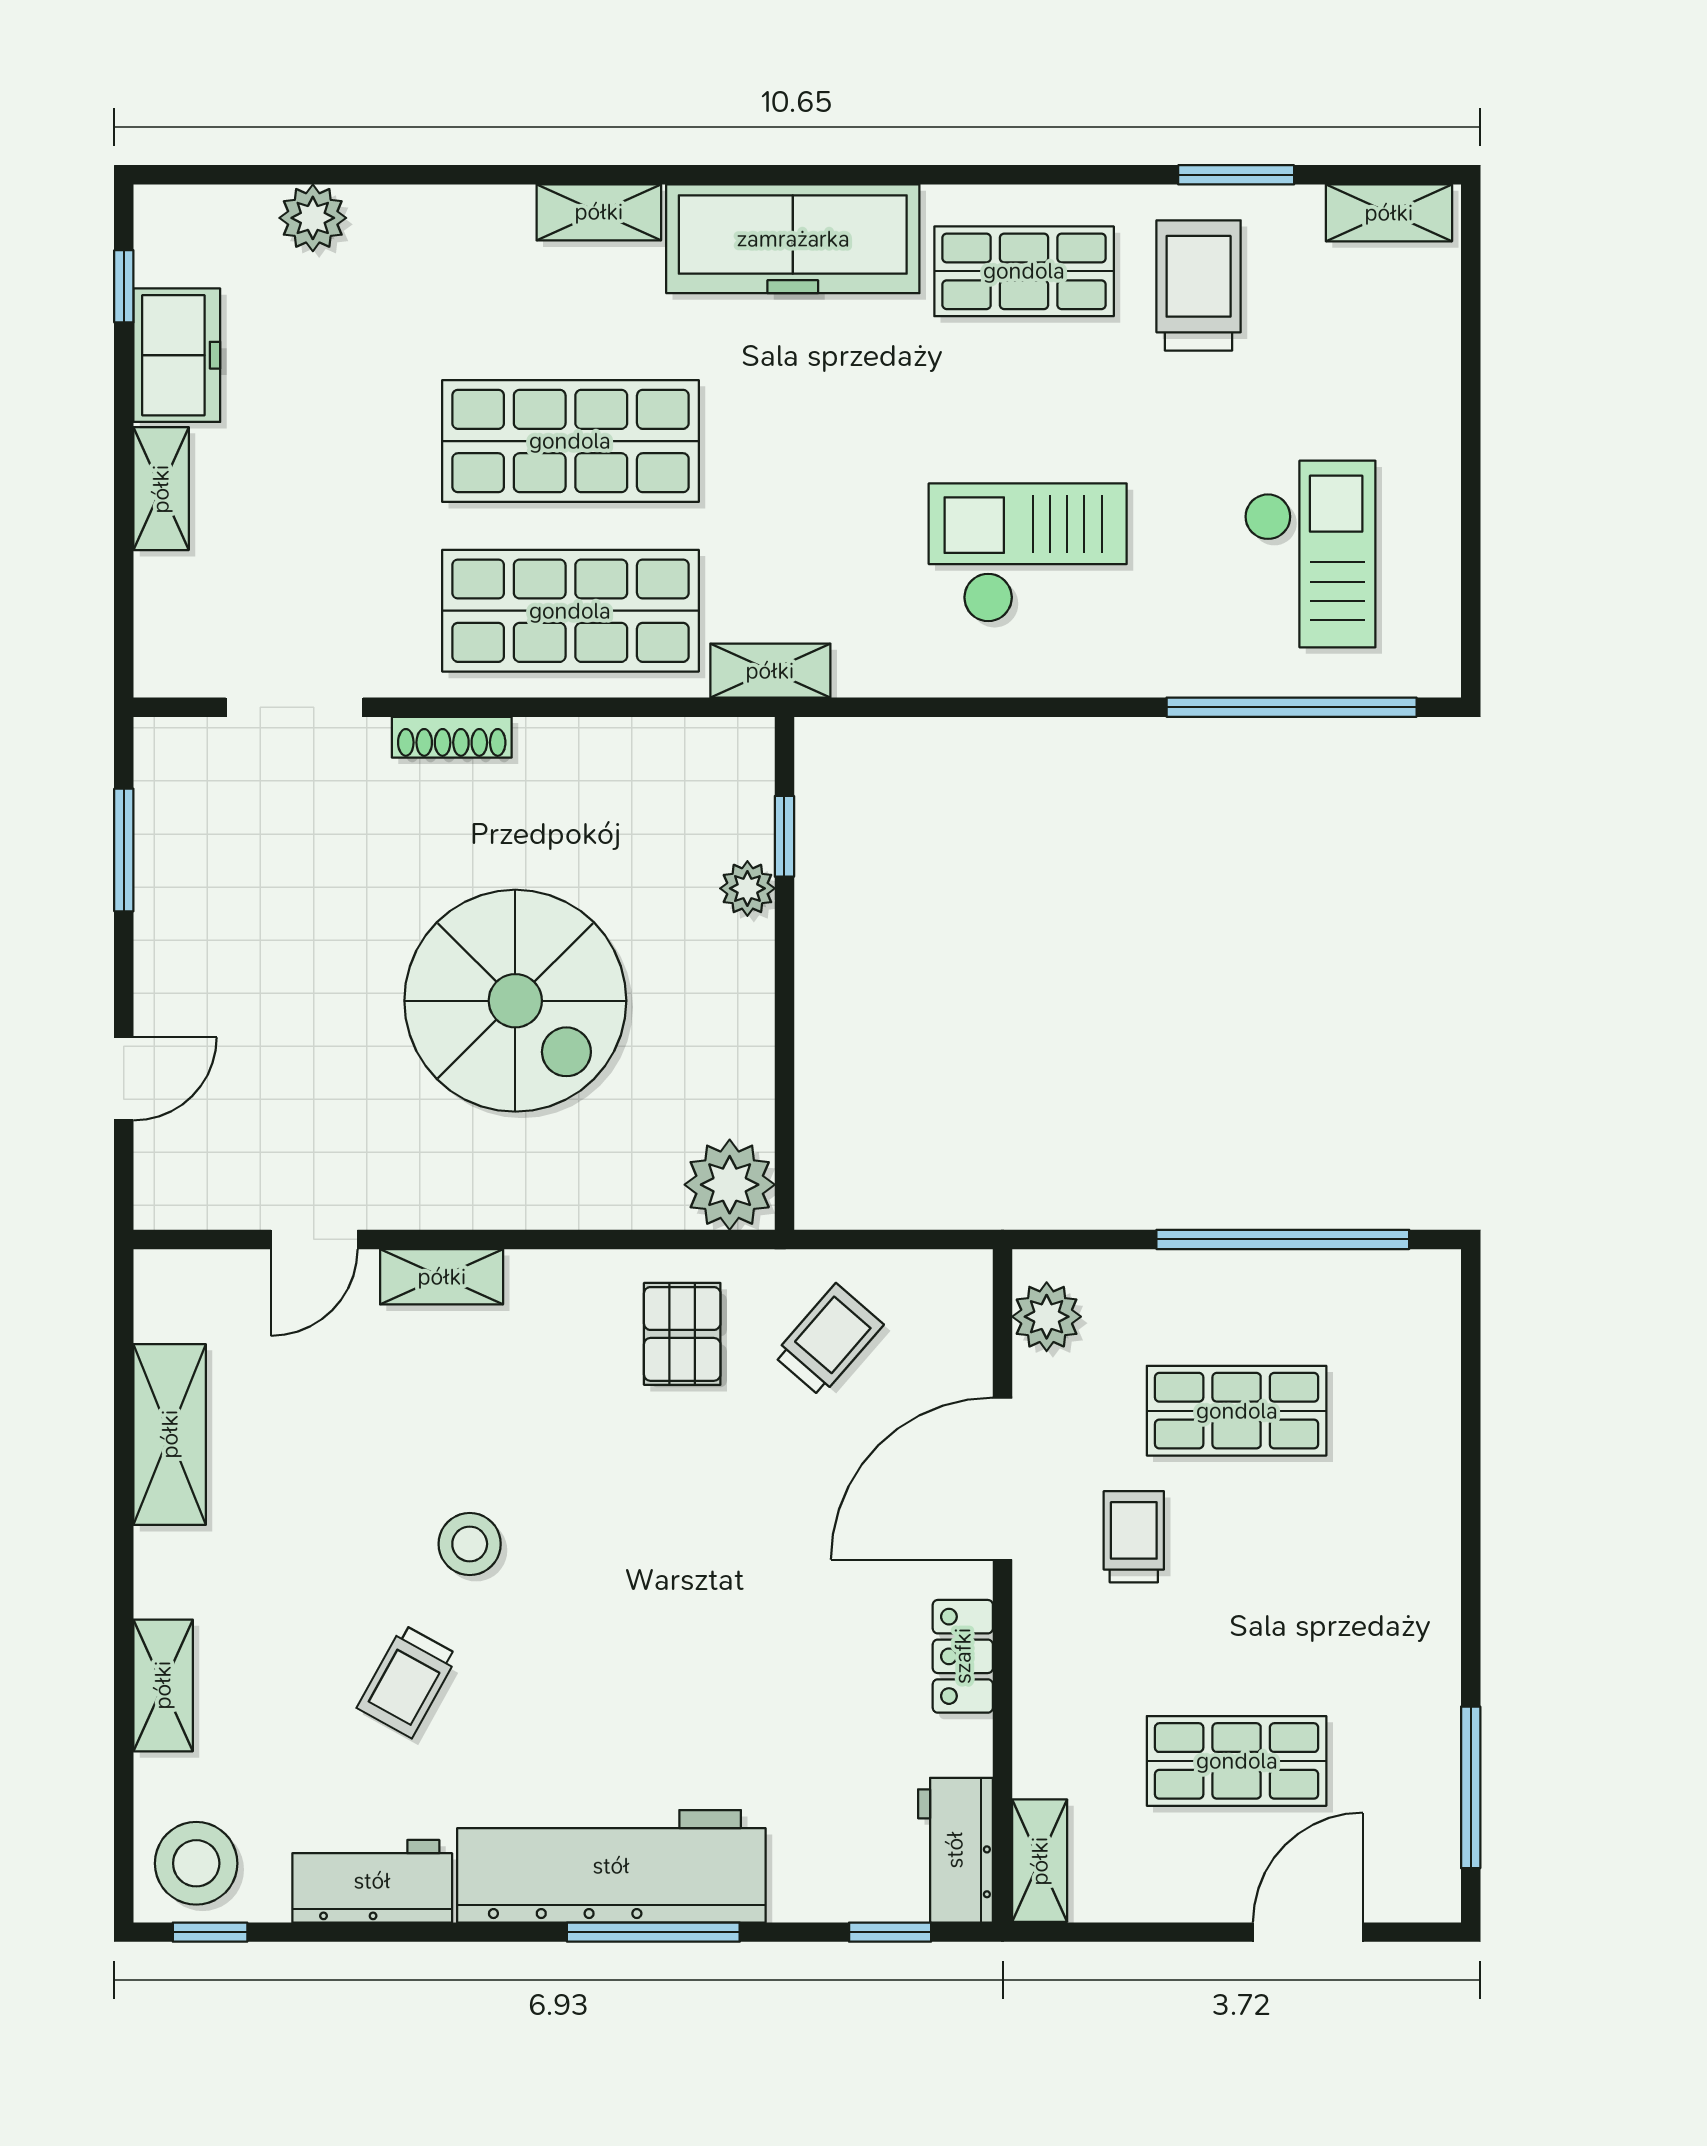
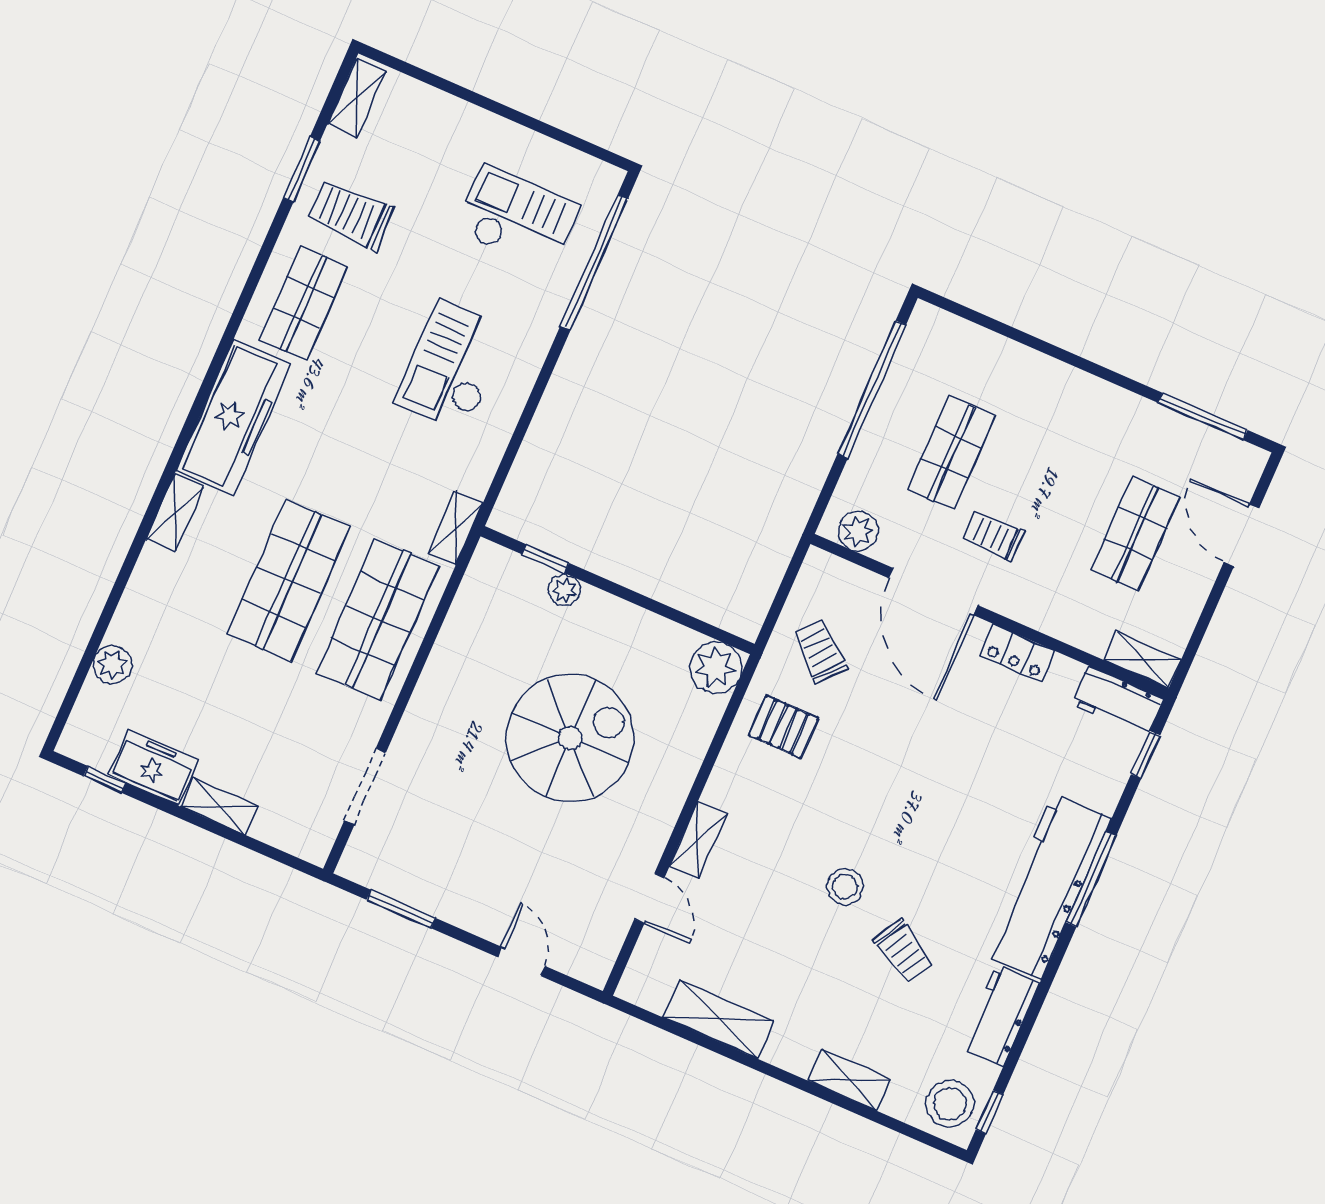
shoe rack: (452, 737) -> (417, 711), removed

